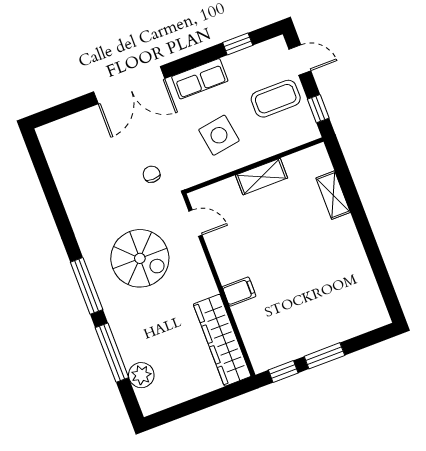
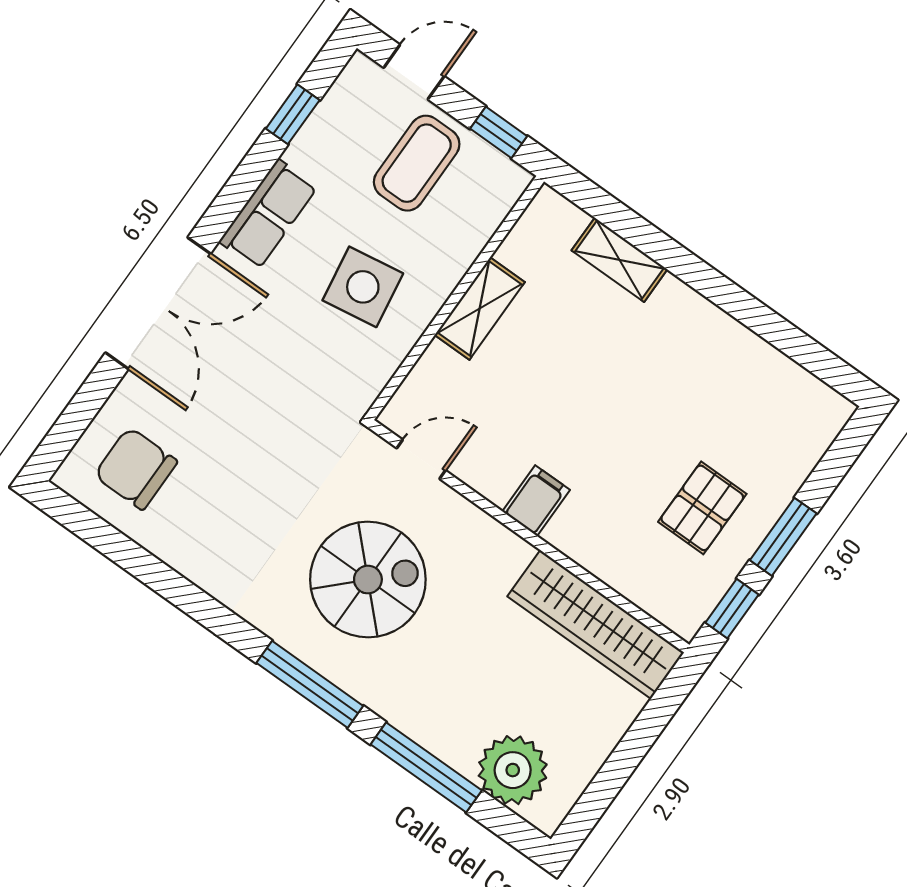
chair: (152, 174) -> (136, 468), moved, width x1.87, depth x1.87
filing cabinet: (239, 292) -> (536, 501), moved
pallet: (299, 321) -> (702, 508), added
plant: (141, 375) -> (513, 770), width x1.36, depth x1.36

